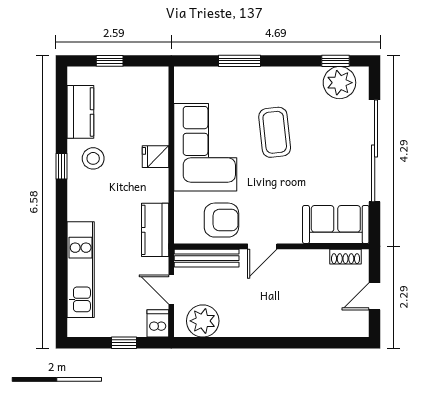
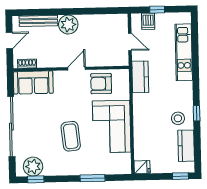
window: (110, 61) -> (180, 176), moved
fridge: (155, 157) -> (142, 167), moved
bench: (207, 258) -> (38, 21), moved
plant: (203, 321) -> (68, 25), moved
dishwasher: (158, 323) -> (148, 21), moved

